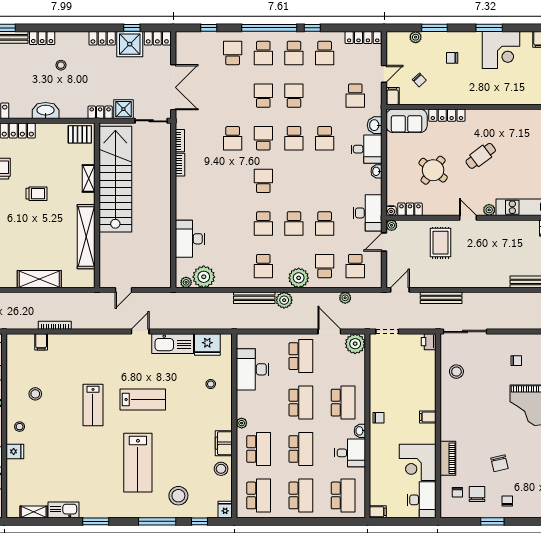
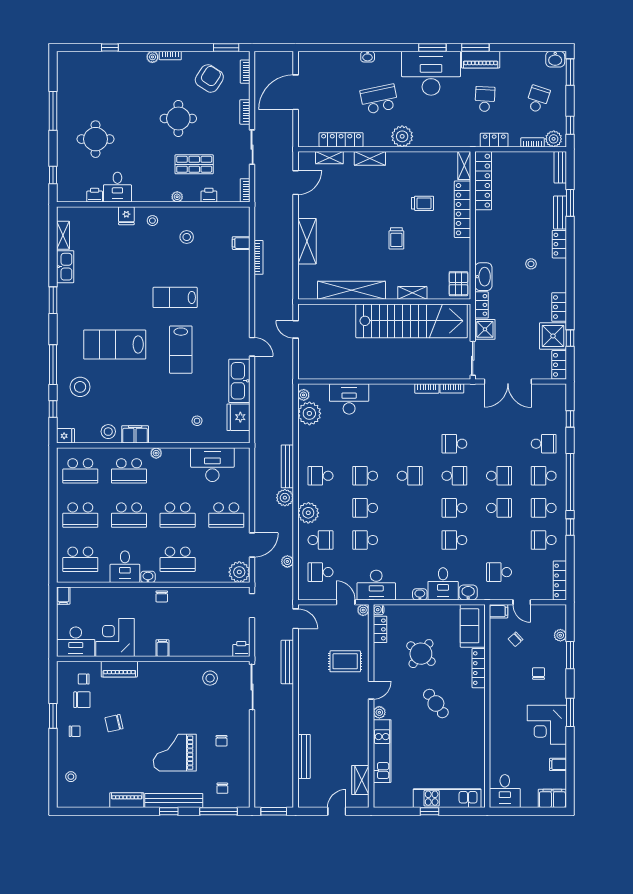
washbasin: (46, 111) -> (483, 277), moved

